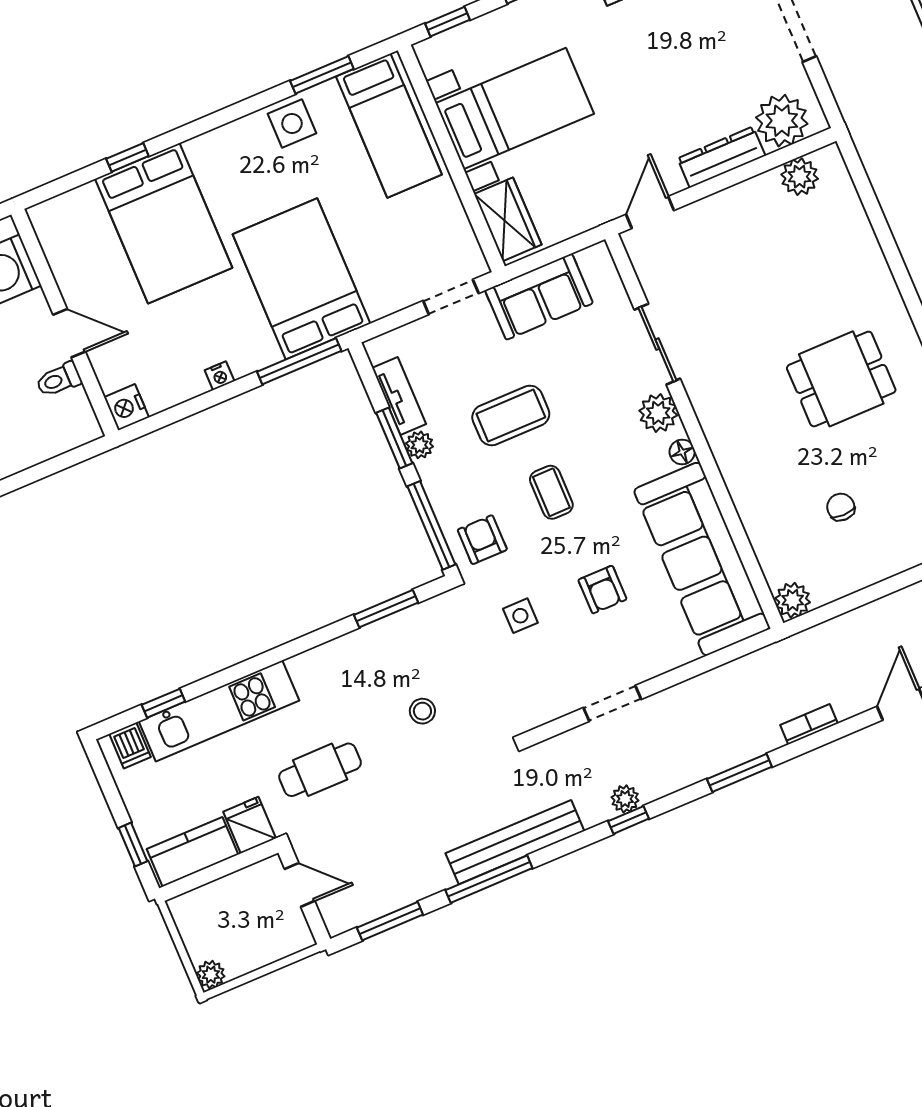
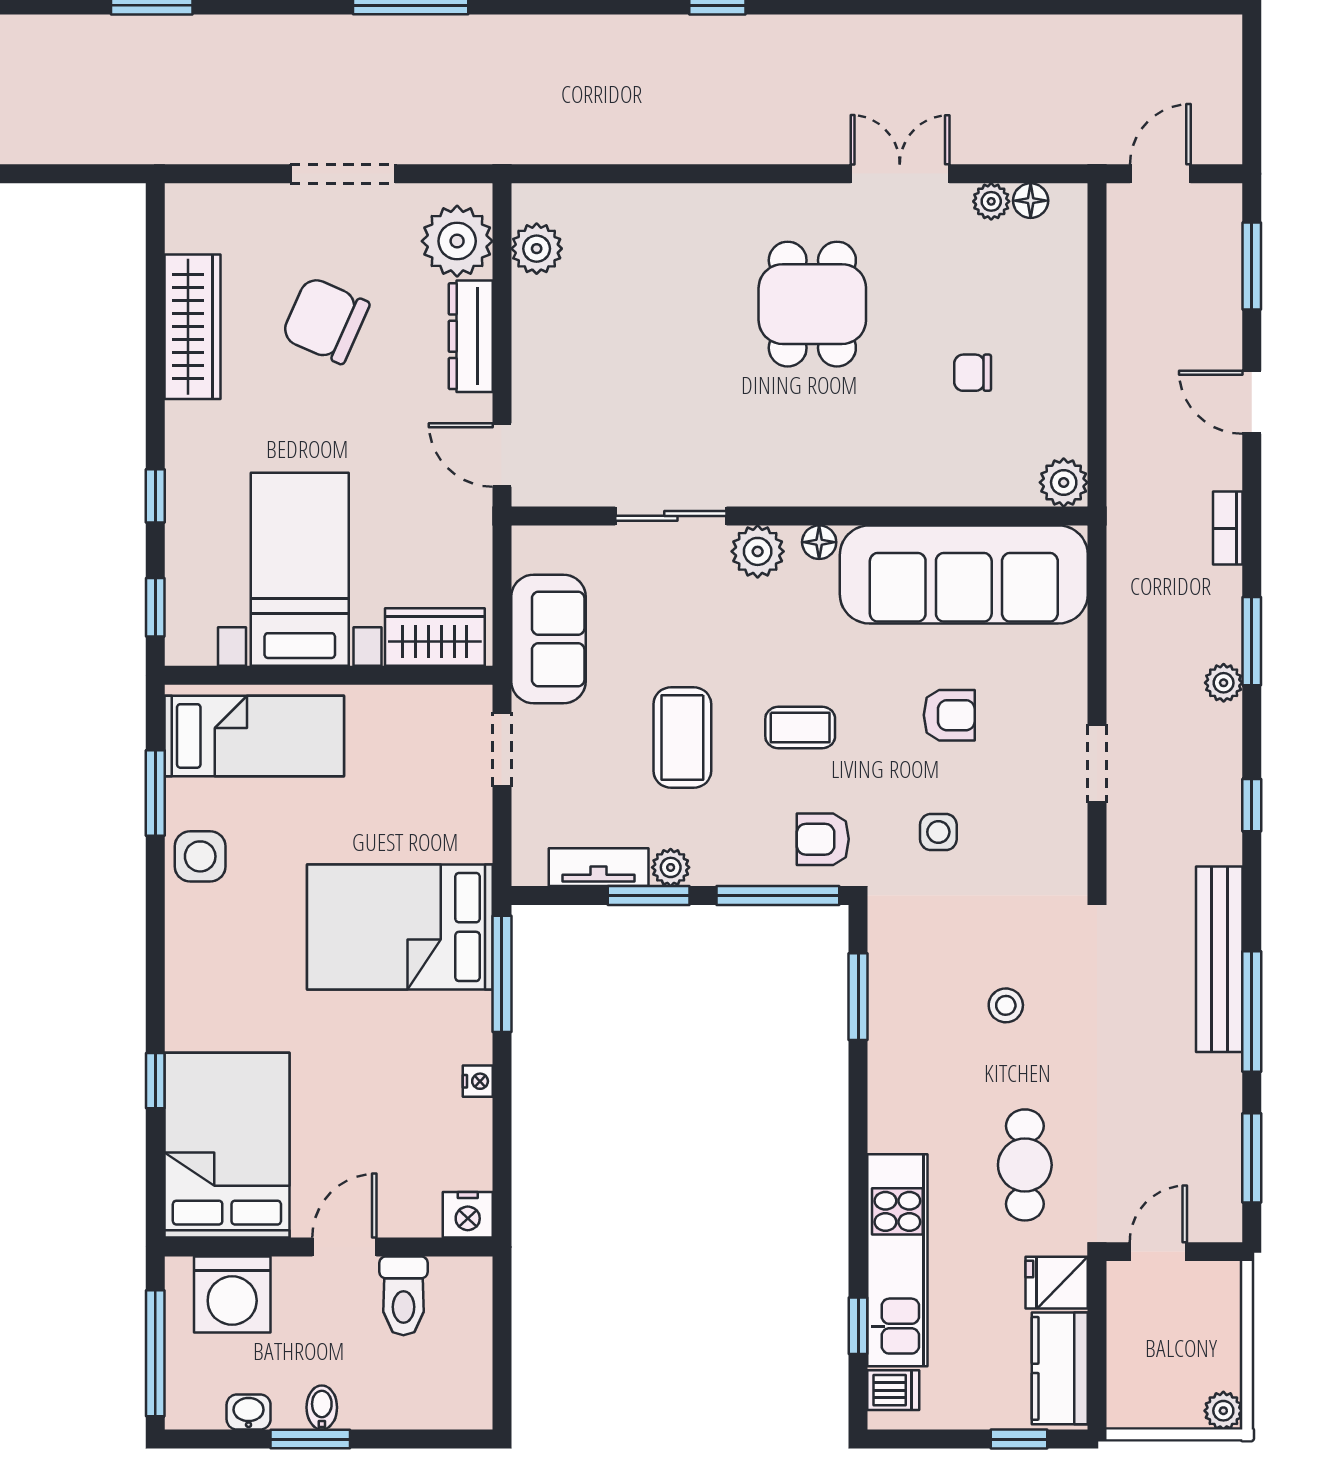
chair: (691, 54) -> (325, 320), added
bed: (164, 223) -> (227, 1145), moved, turned -90
toilet: (59, 380) -> (403, 1296), width x1.37, depth x1.39
plant: (625, 799) -> (1224, 683), moved

